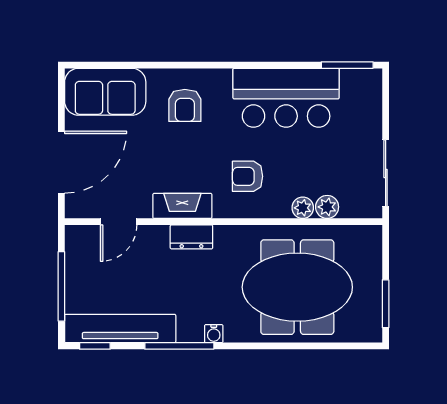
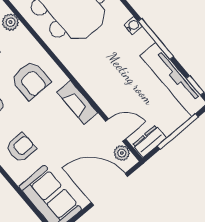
armchair: (248, 176) -> (31, 80), width x1.38, depth x1.38
plant: (303, 208) -> (122, 153), moved
dresser: (191, 237) -> (149, 141), moved, turned -90

